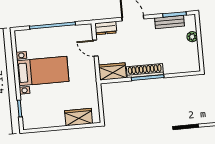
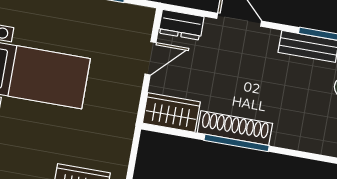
door: (95, 48) -> (151, 58), swing flipped

